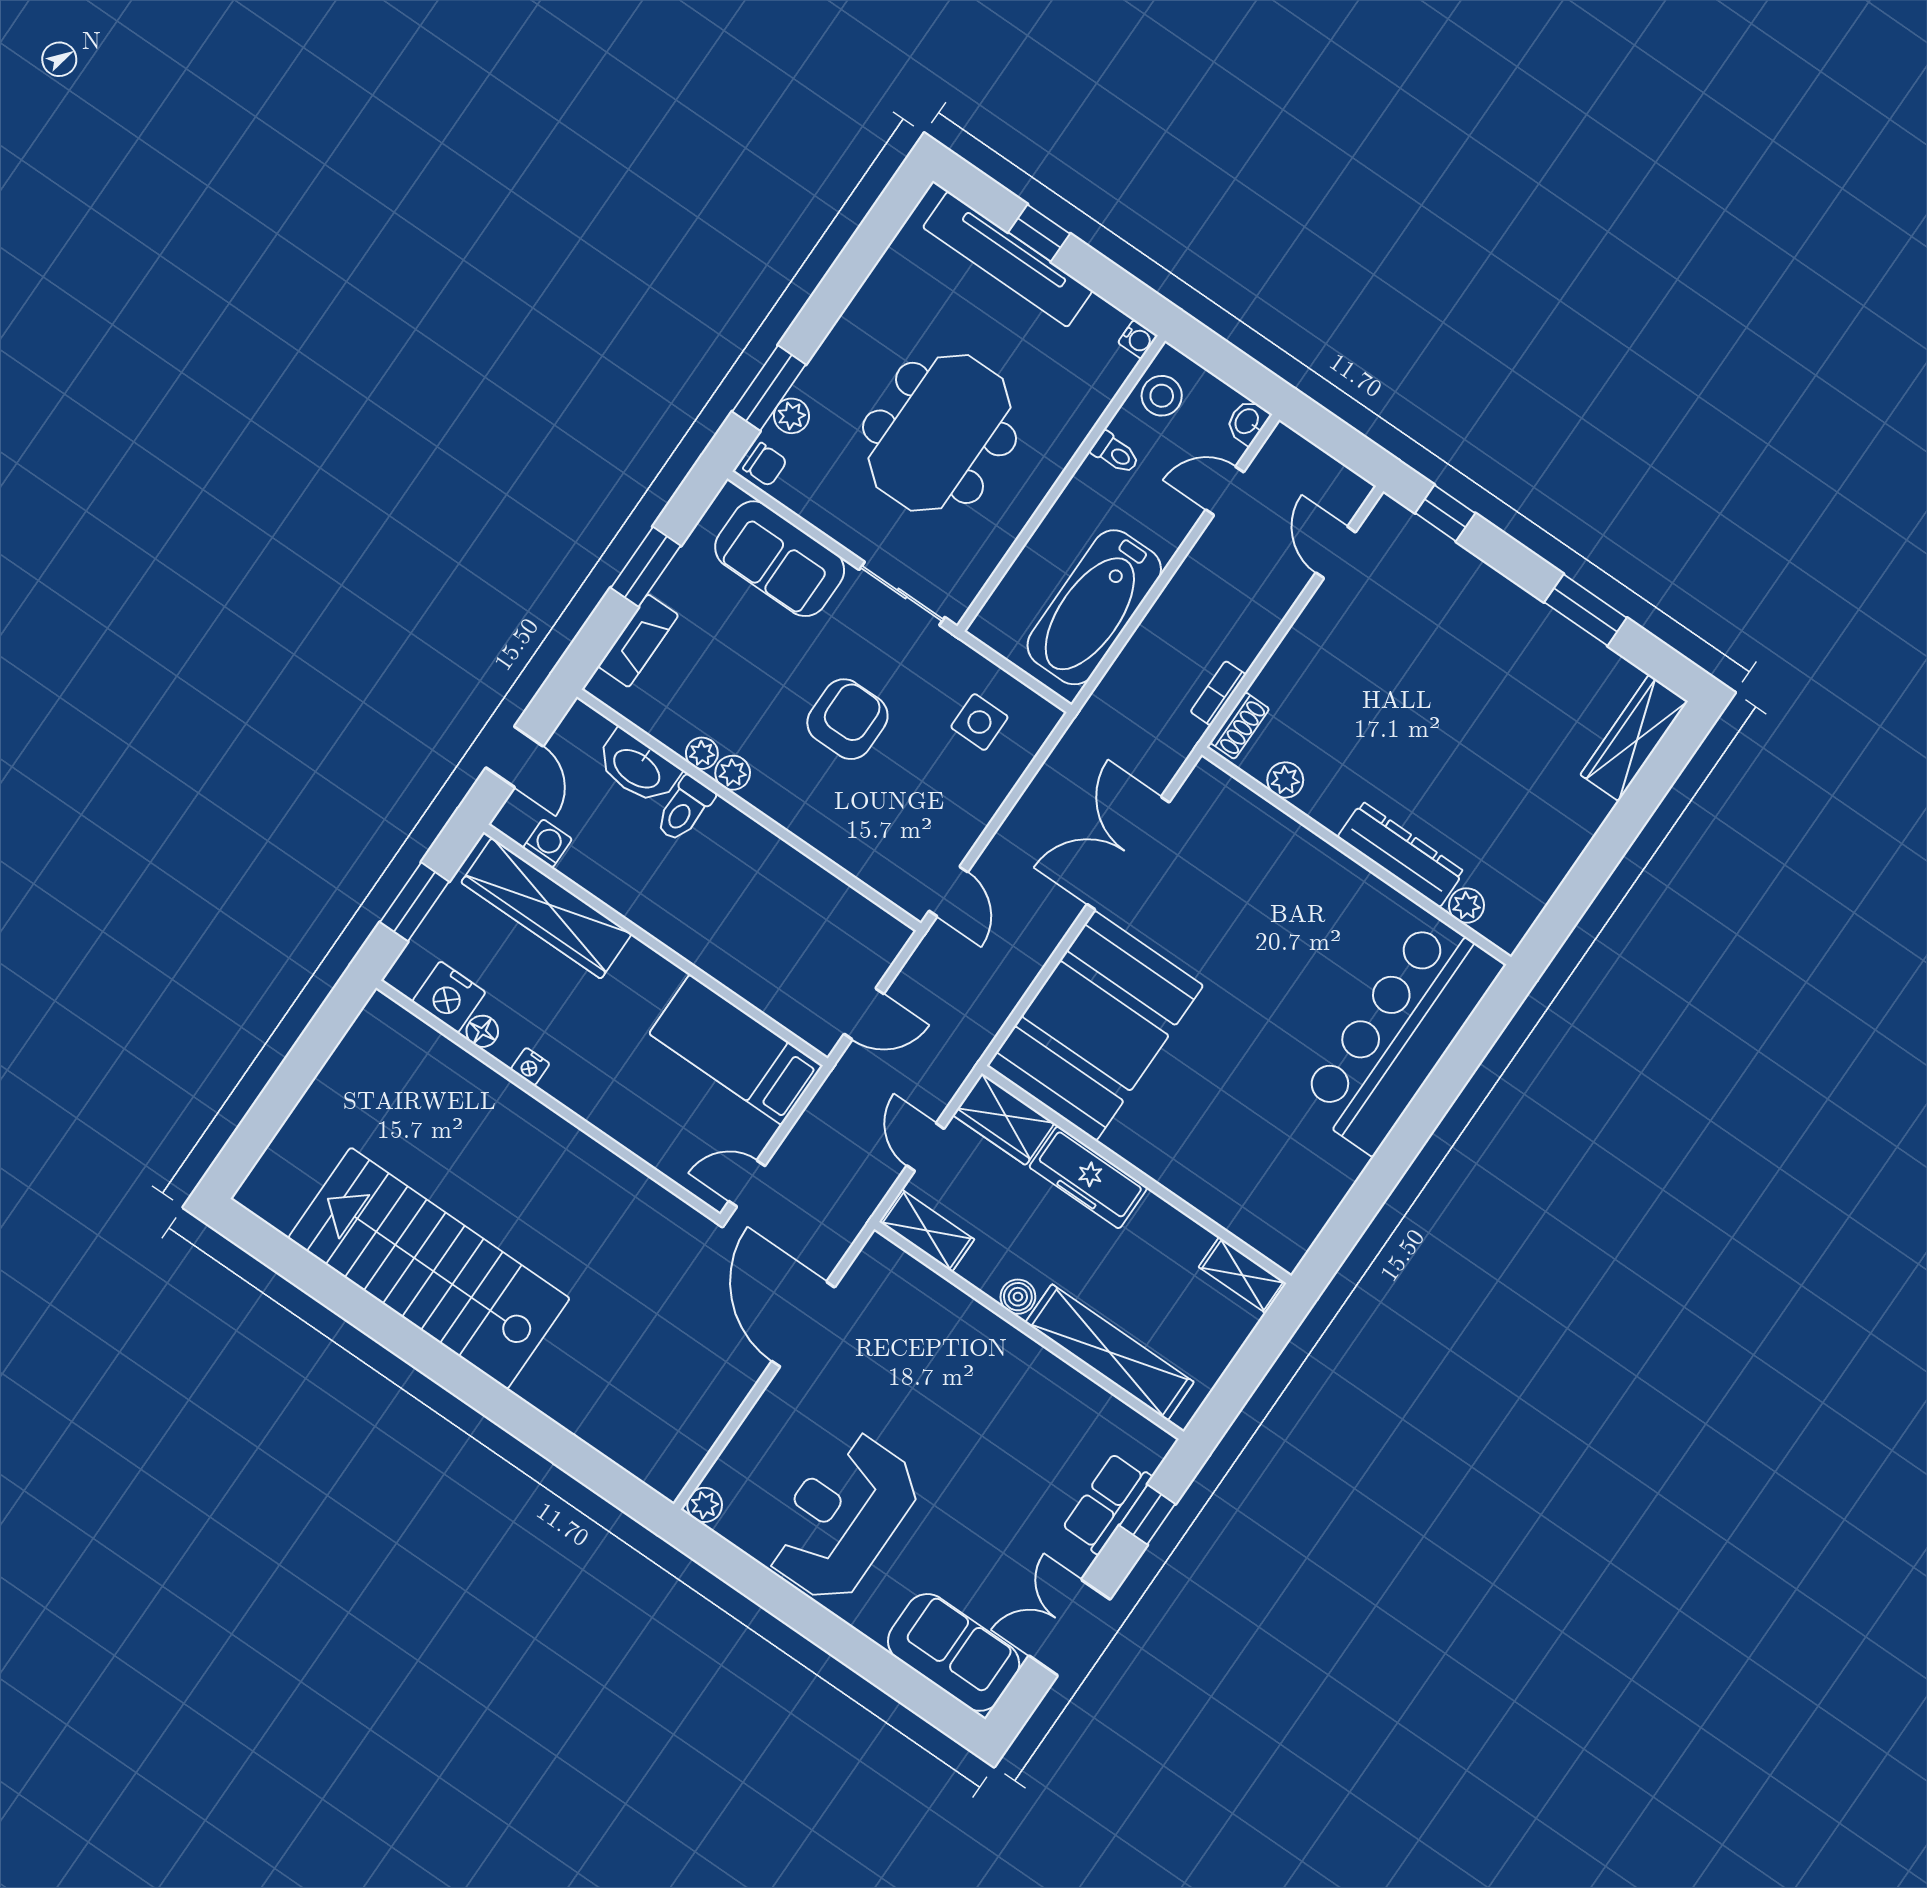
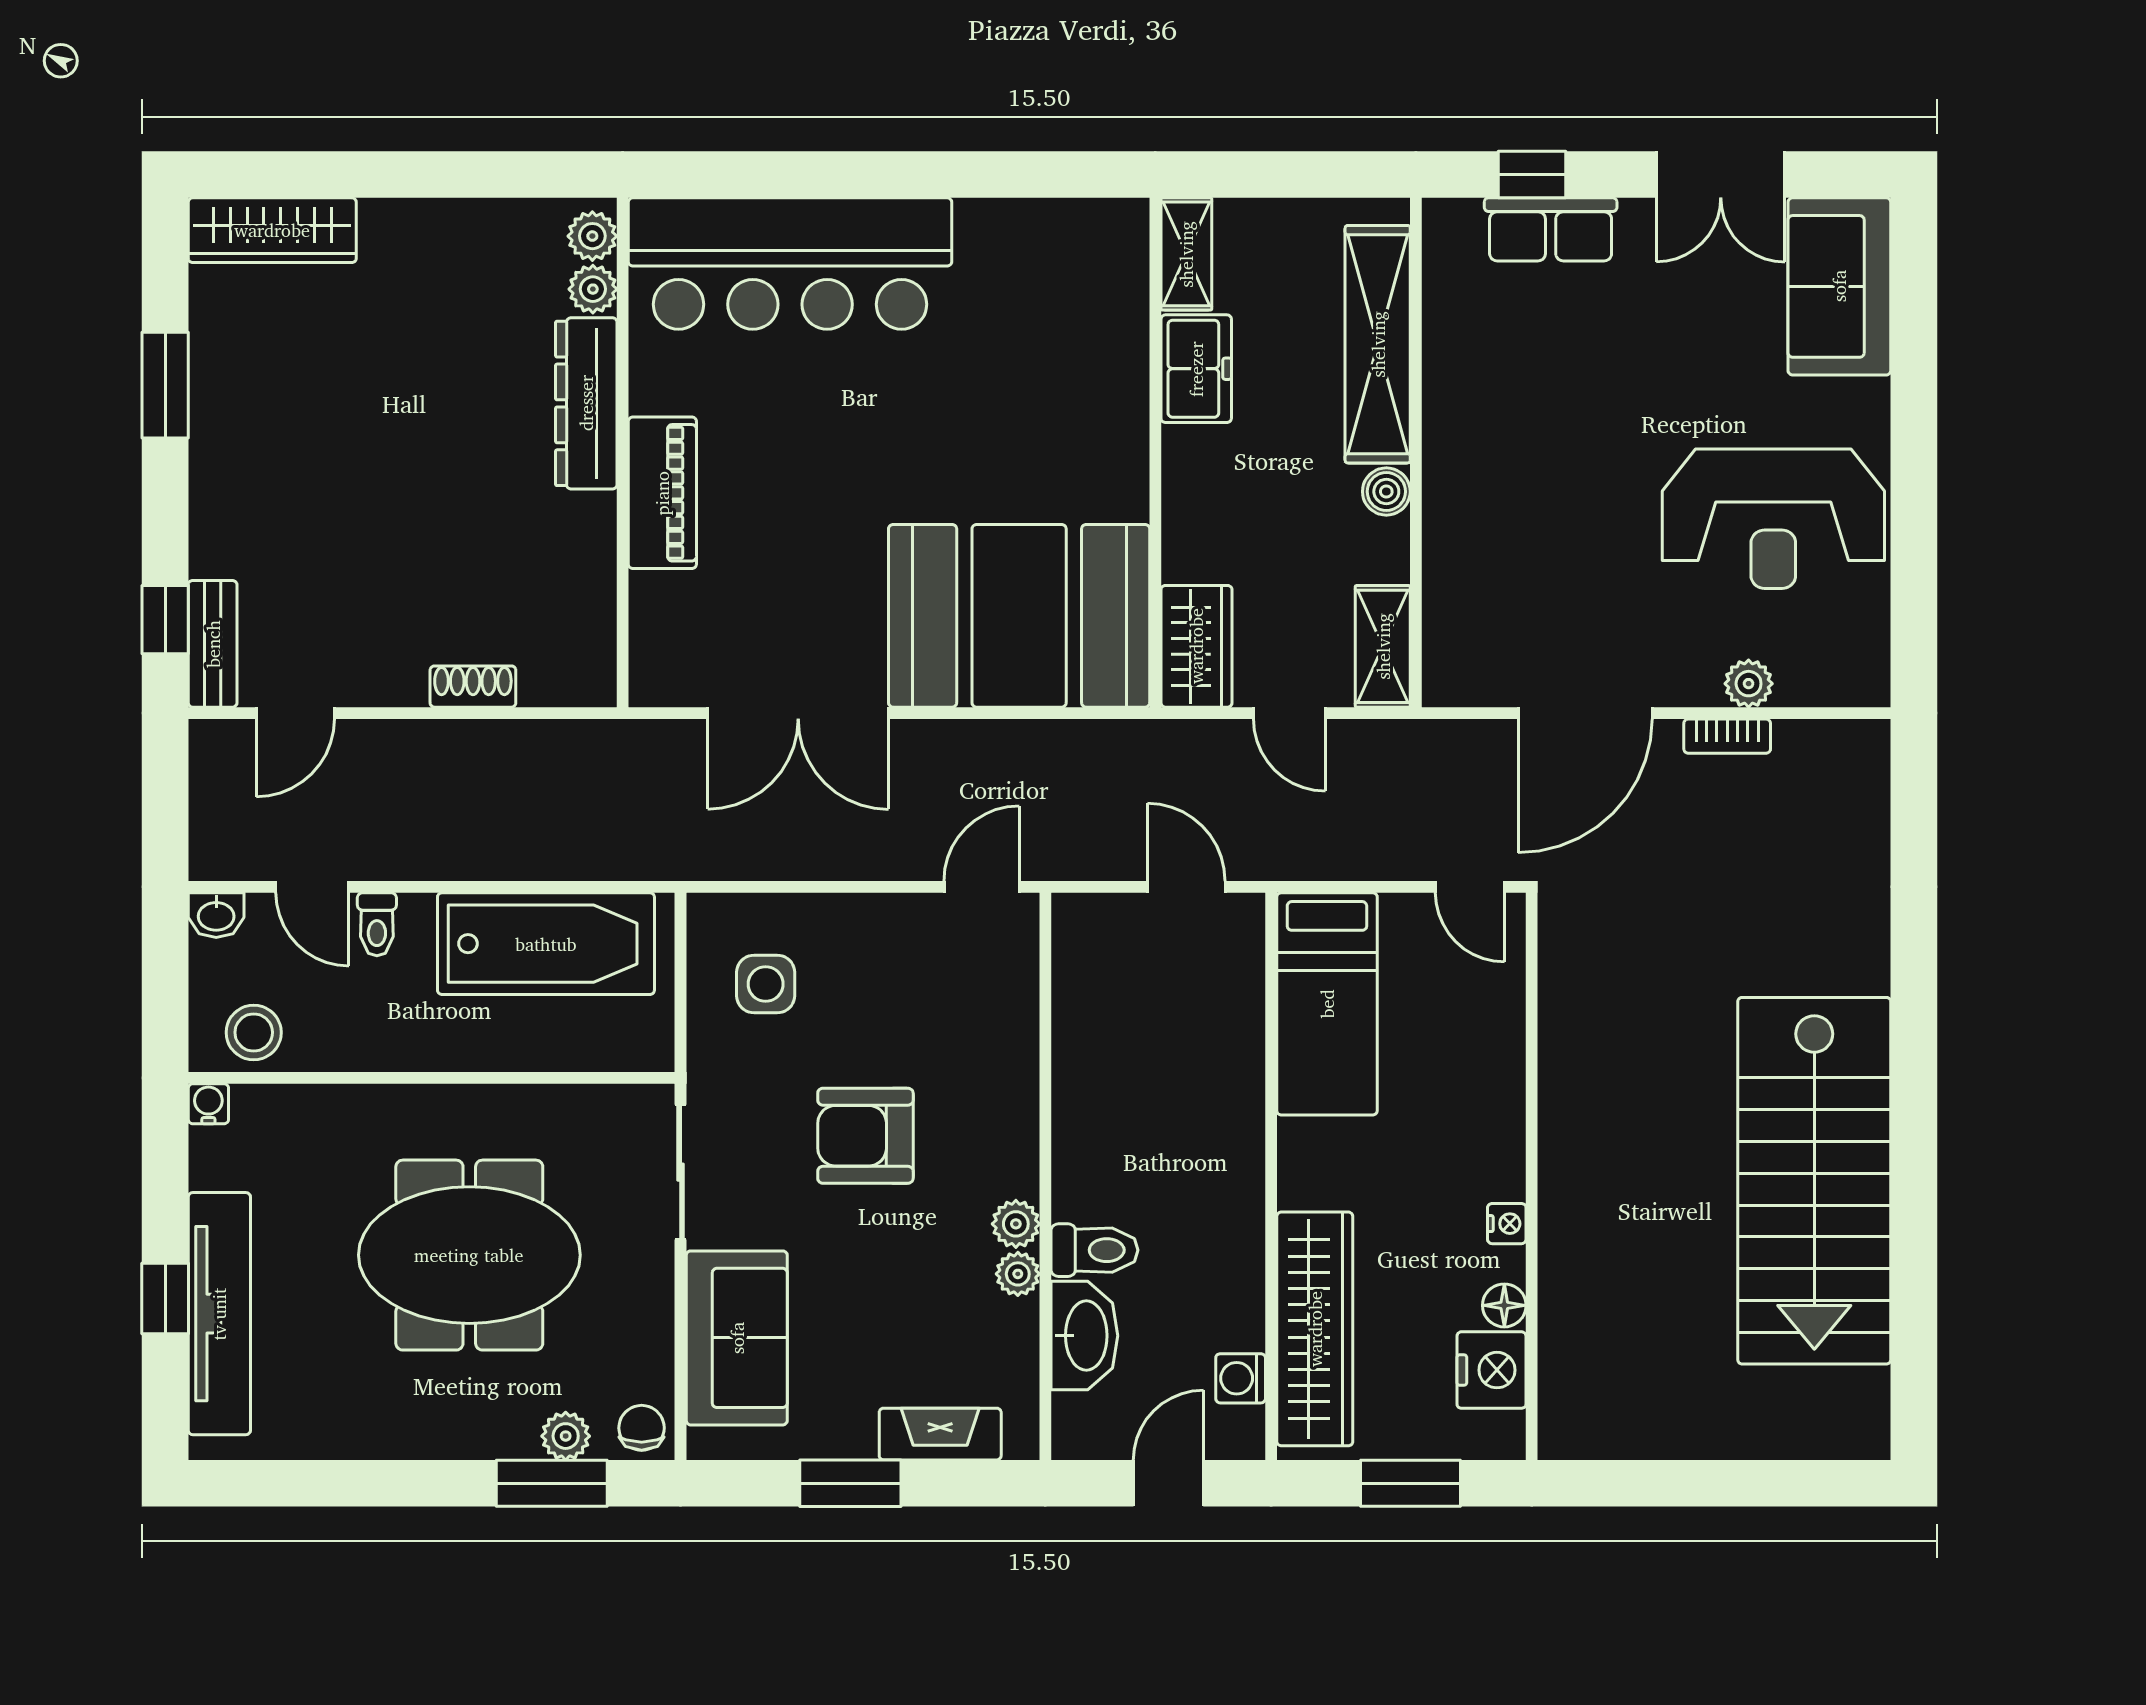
toilet: (1115, 453) -> (377, 924), moved, turned 180
bench: (1411, 532) -> (213, 644), added
bookcase: (1218, 693) -> (1727, 736), moved
shoe rack: (1240, 726) -> (473, 687), moved
plant: (1285, 780) -> (592, 236), moved
piano: (1316, 863) -> (662, 493), added
door: (925, 1147) -> (1289, 713), hinge flipped
freezer: (1088, 1177) -> (1196, 369), moved, width x0.71
plant: (705, 1505) -> (1749, 684), moved

